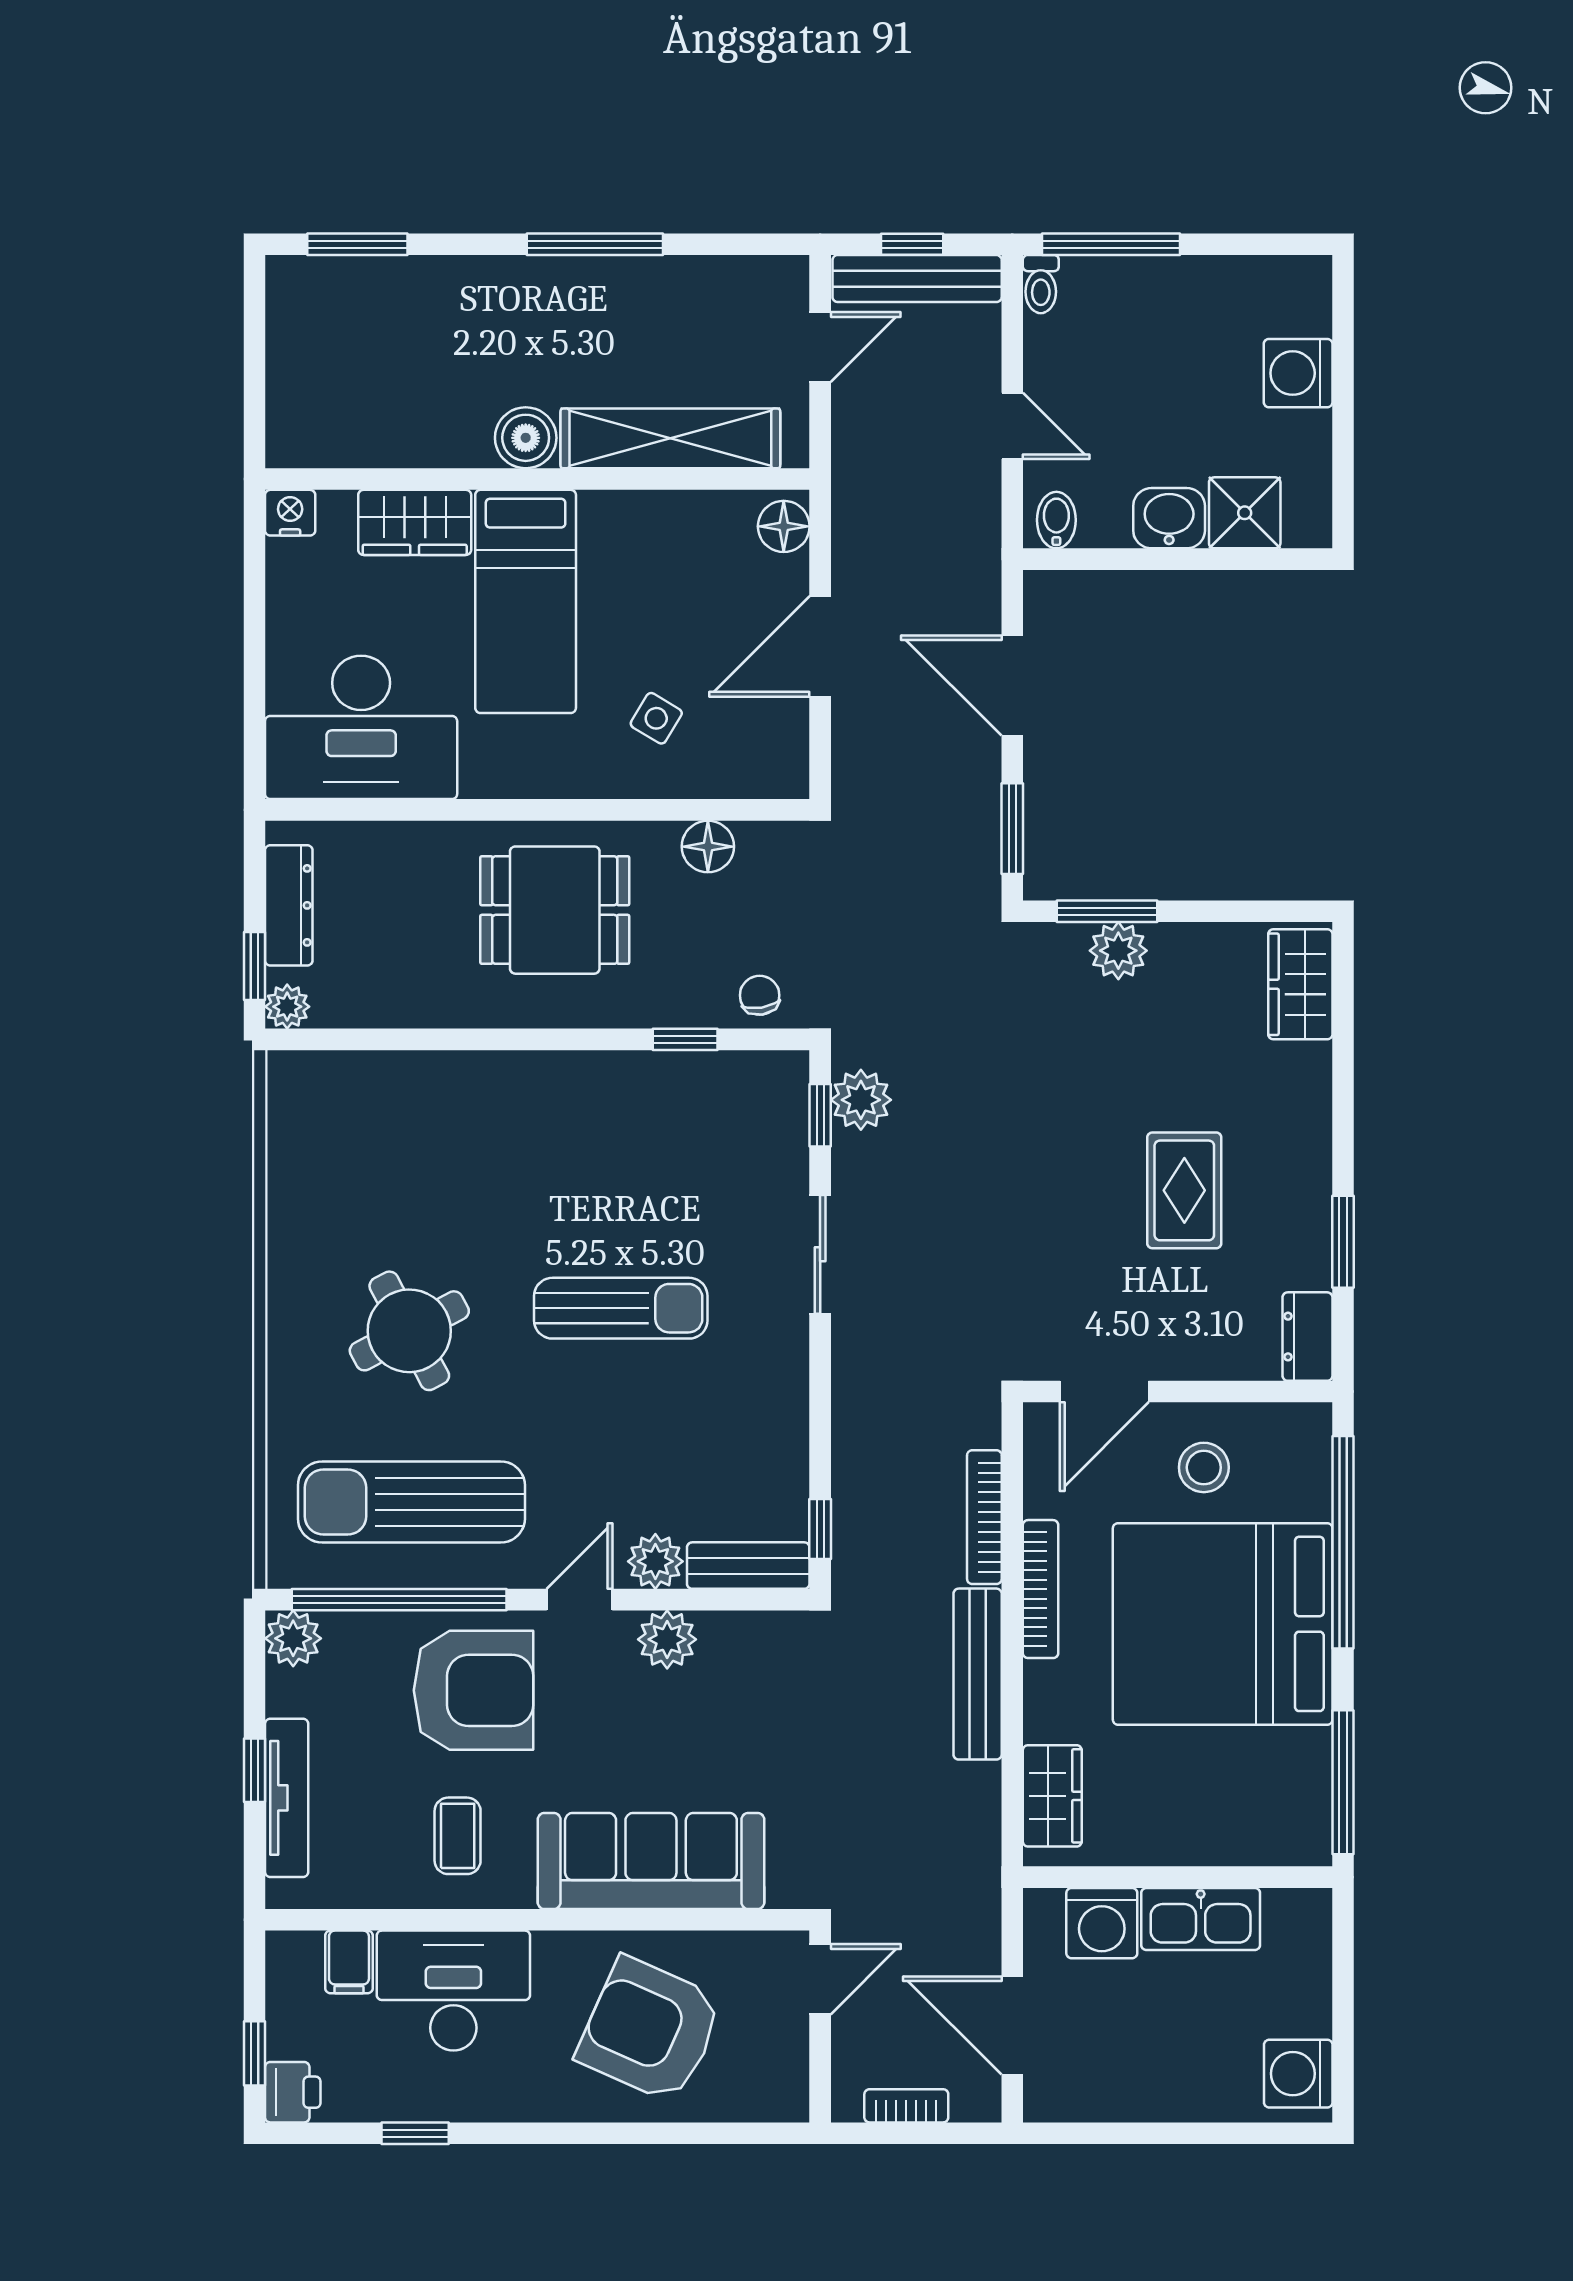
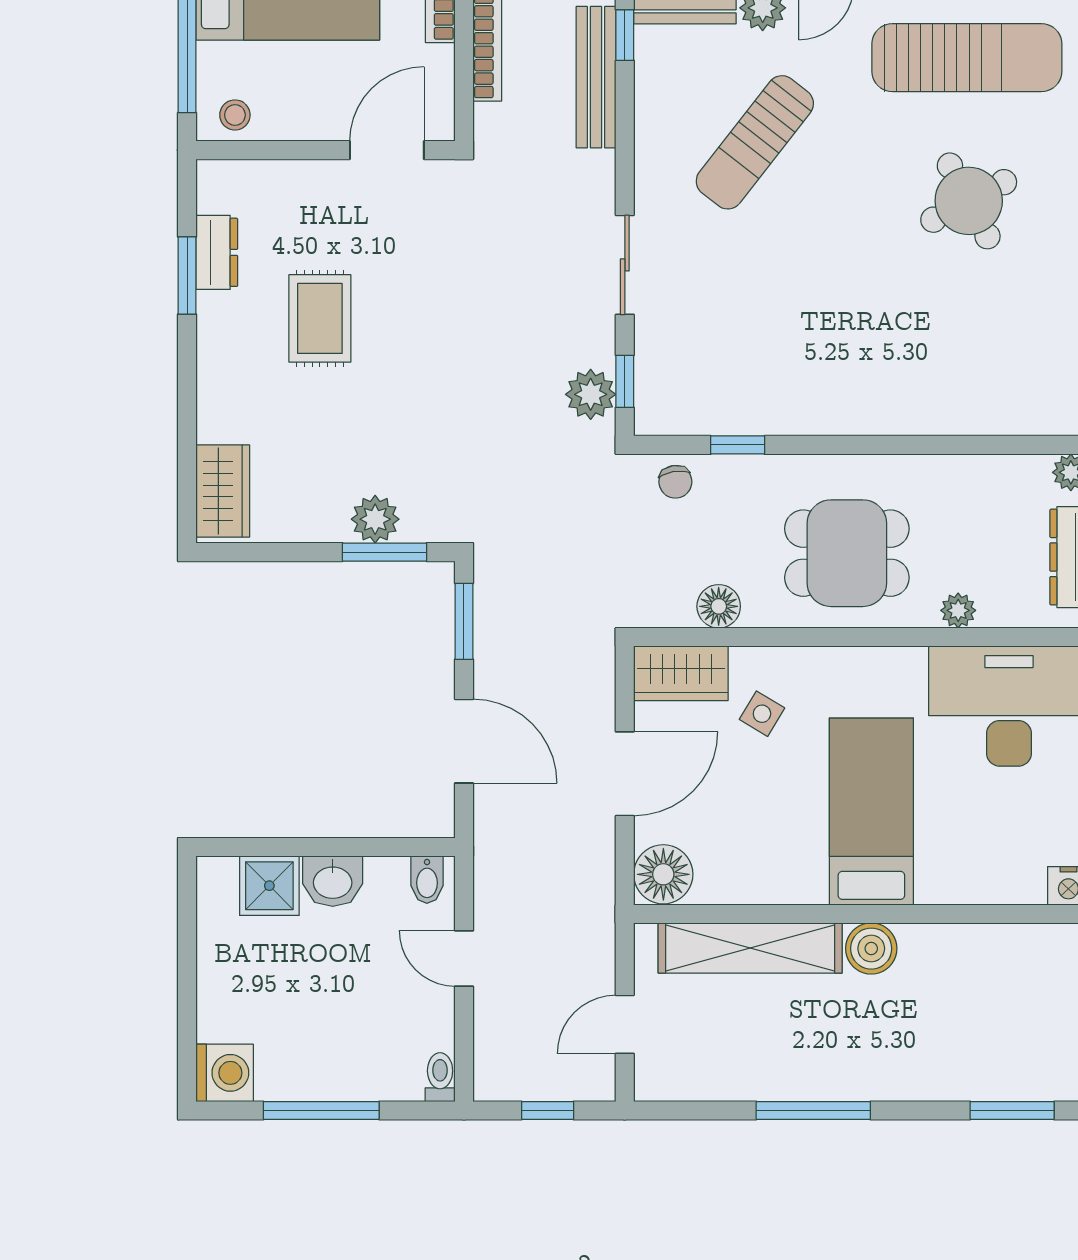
window: (1111, 244) -> (321, 1110), moved
bench: (917, 279) -> (596, 77), moved, turned 90
washing machine: (1298, 373) -> (225, 1073), moved
wardrobe: (415, 522) -> (681, 673), moved, turned 180
floor lamp: (784, 526) -> (663, 874), width x1.38, depth x1.38
plant: (422, 842) -> (958, 610), added
sun lounger: (621, 1308) -> (755, 142), moved, turned -52
dresser: (1307, 1337) -> (217, 252), moved
stool: (1204, 1467) -> (235, 115), moved, width x0.73, depth x0.73

